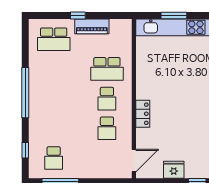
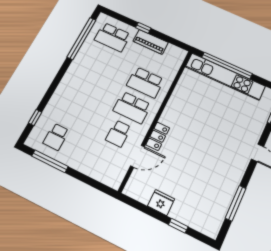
window: (174, 15) -> (227, 65), width x2.11
window: (25, 93) -> (82, 38), moved
school desk: (107, 99) -> (132, 107), width x1.85
door: (134, 161) -> (137, 156), moved

